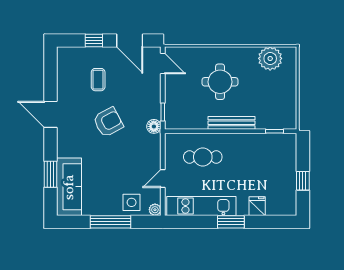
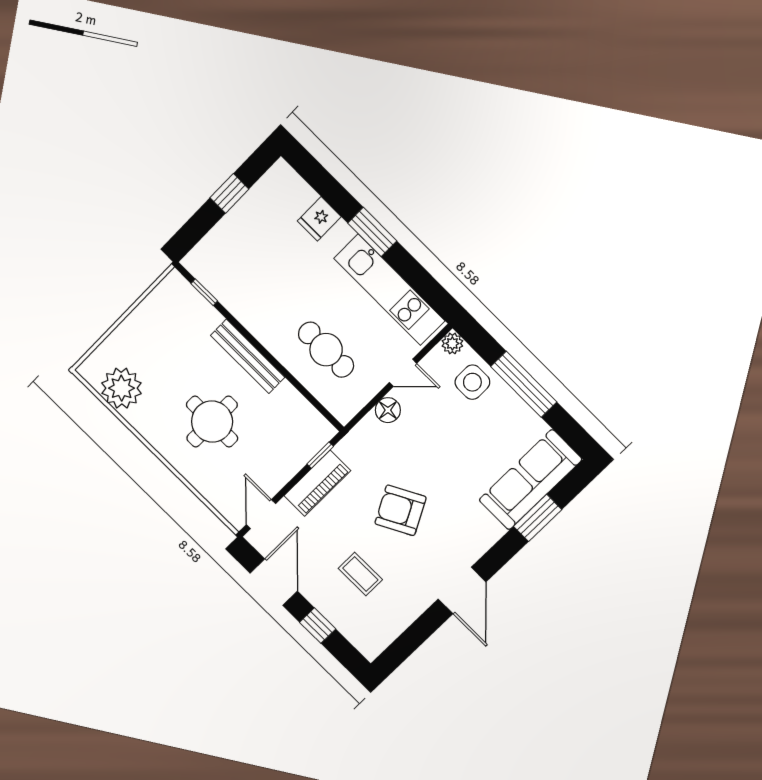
coffee table: (98, 80) -> (360, 574), turned 90
piano: (153, 99) -> (317, 483), added
floor lamp: (154, 126) -> (388, 410), moved

